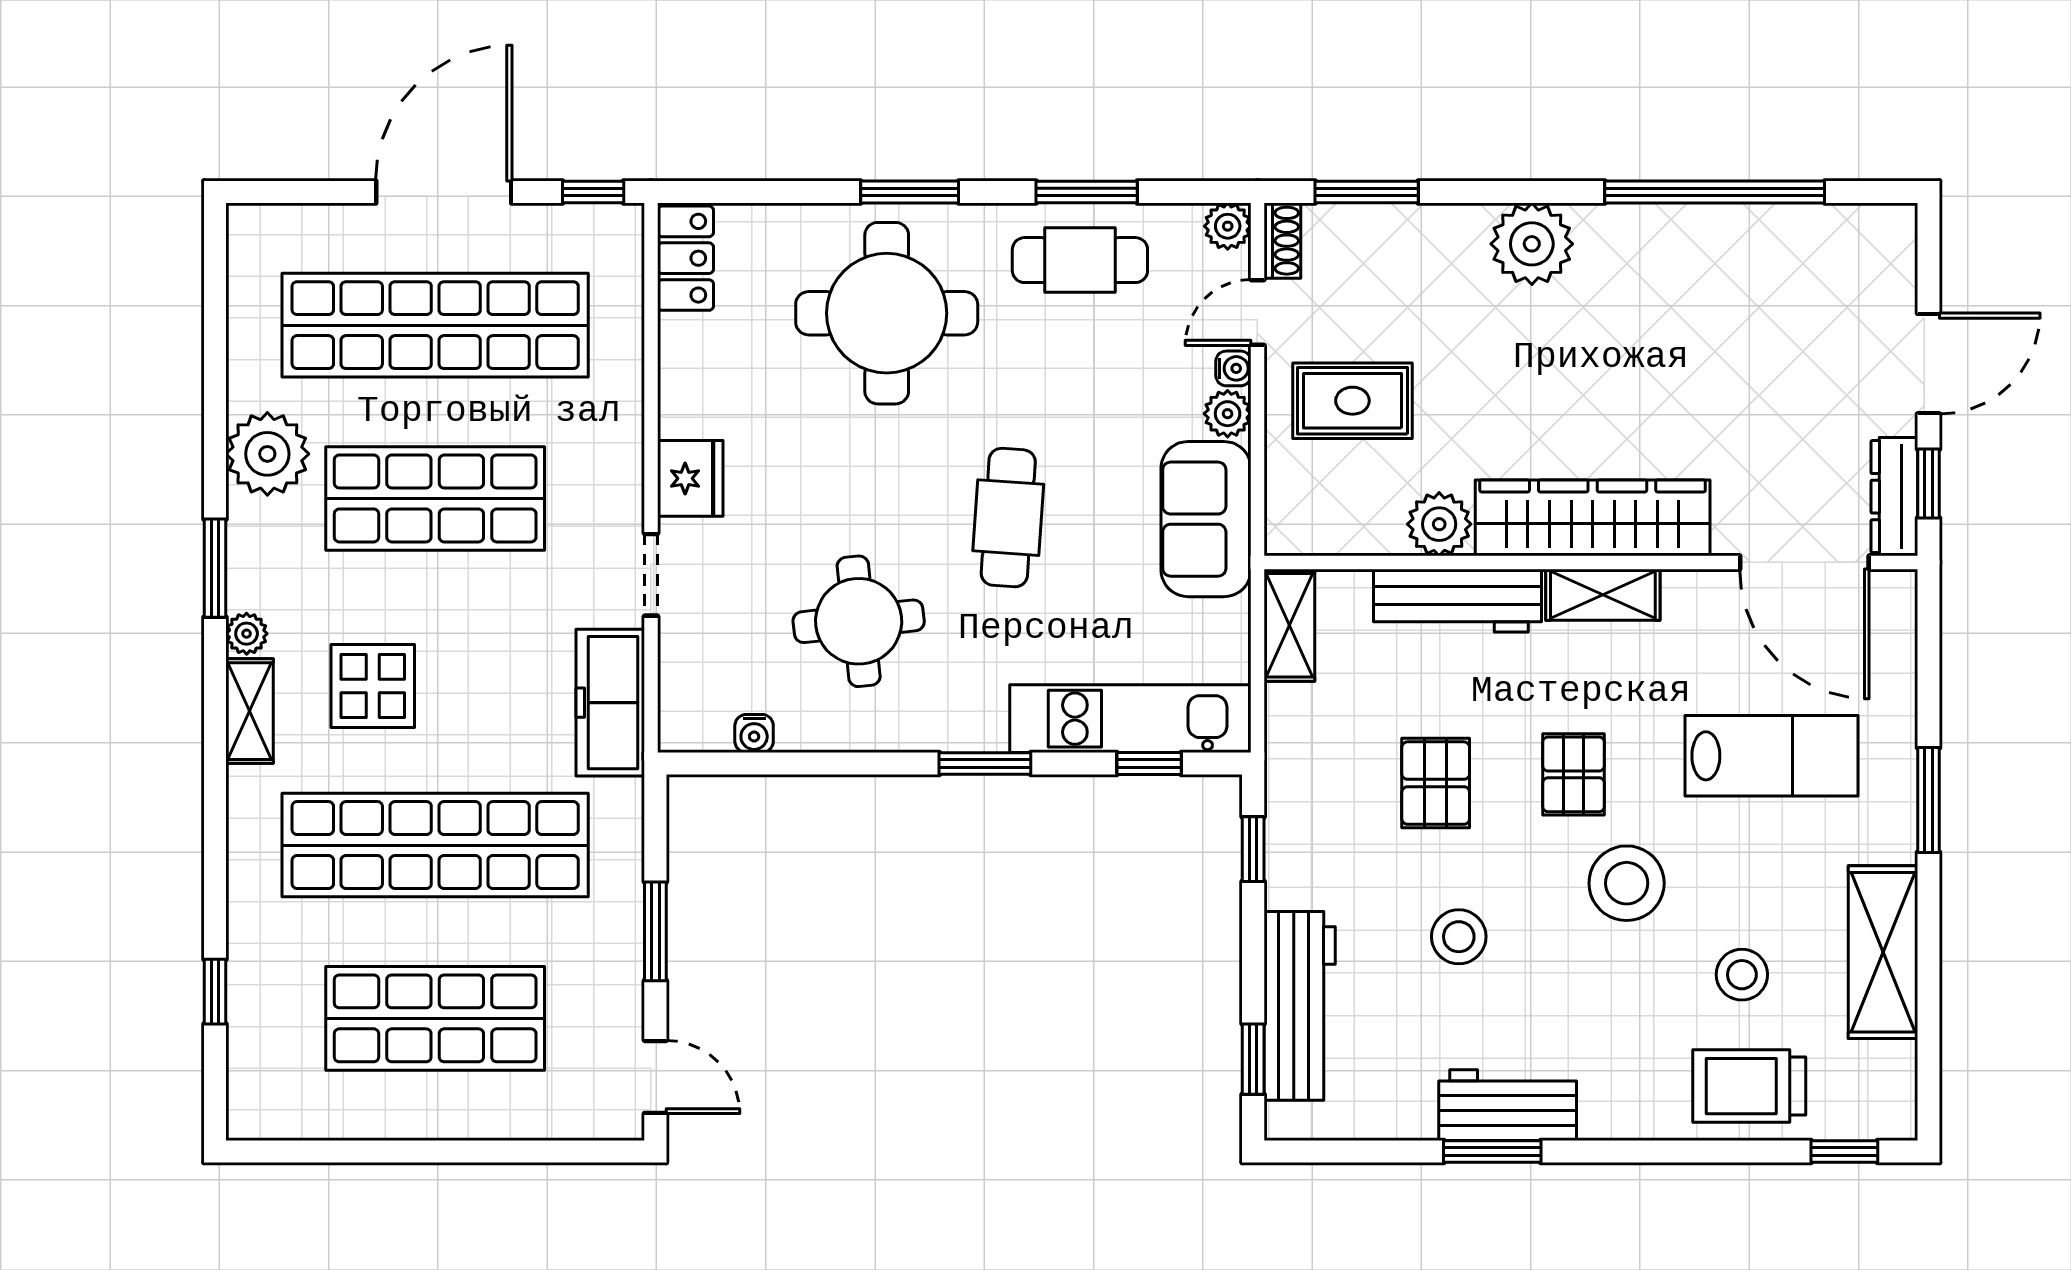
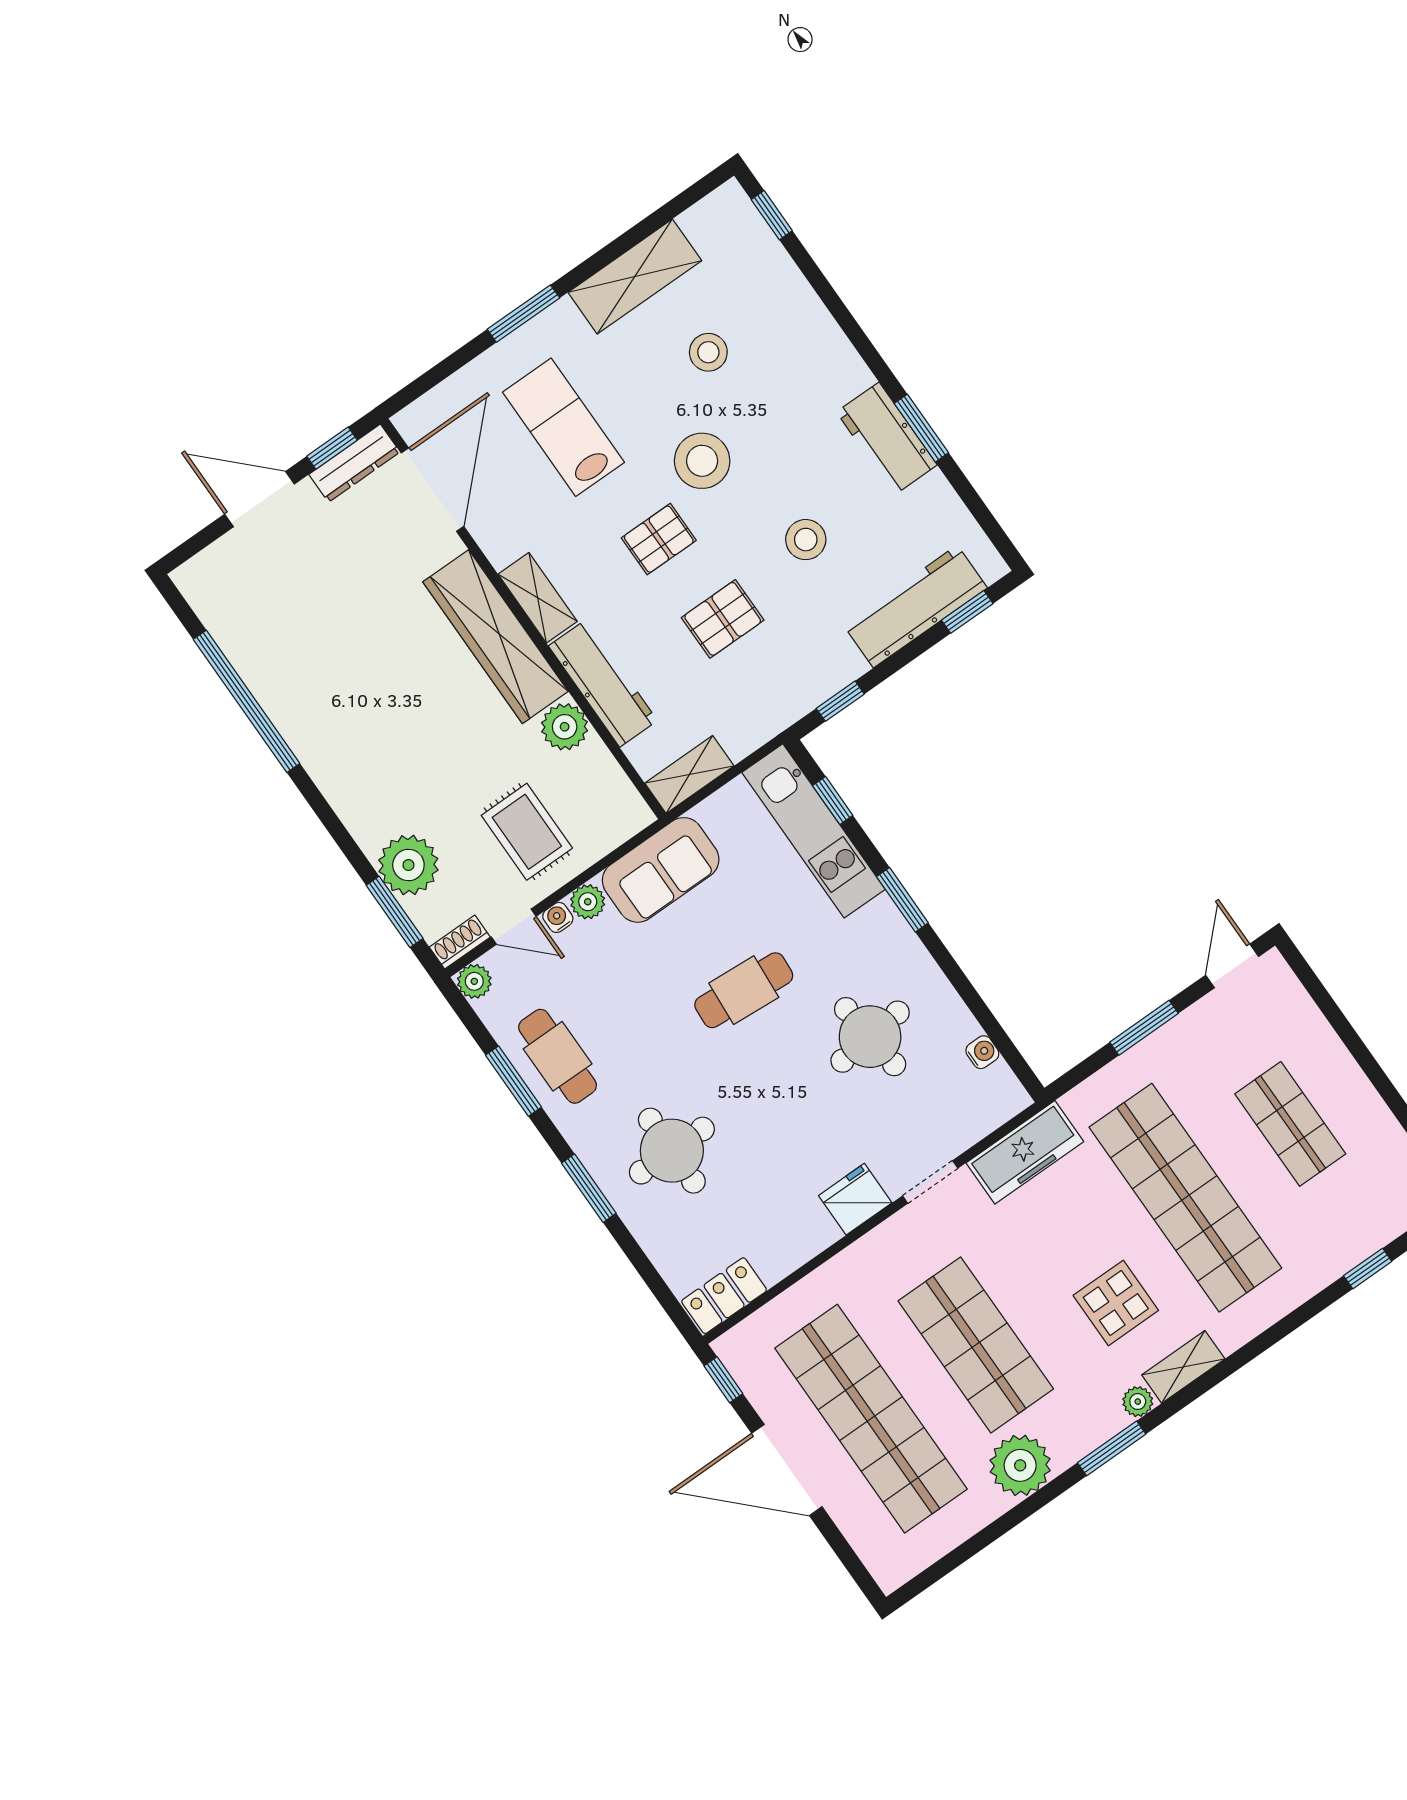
plant: (1532, 244) -> (408, 865), moved
round table: (887, 313) -> (672, 1151), width x0.73, depth x0.73
shop shelf: (435, 1018) -> (1290, 1124), width x0.70, depth x0.74
trolley: (1749, 1086) -> (773, 300), removed

